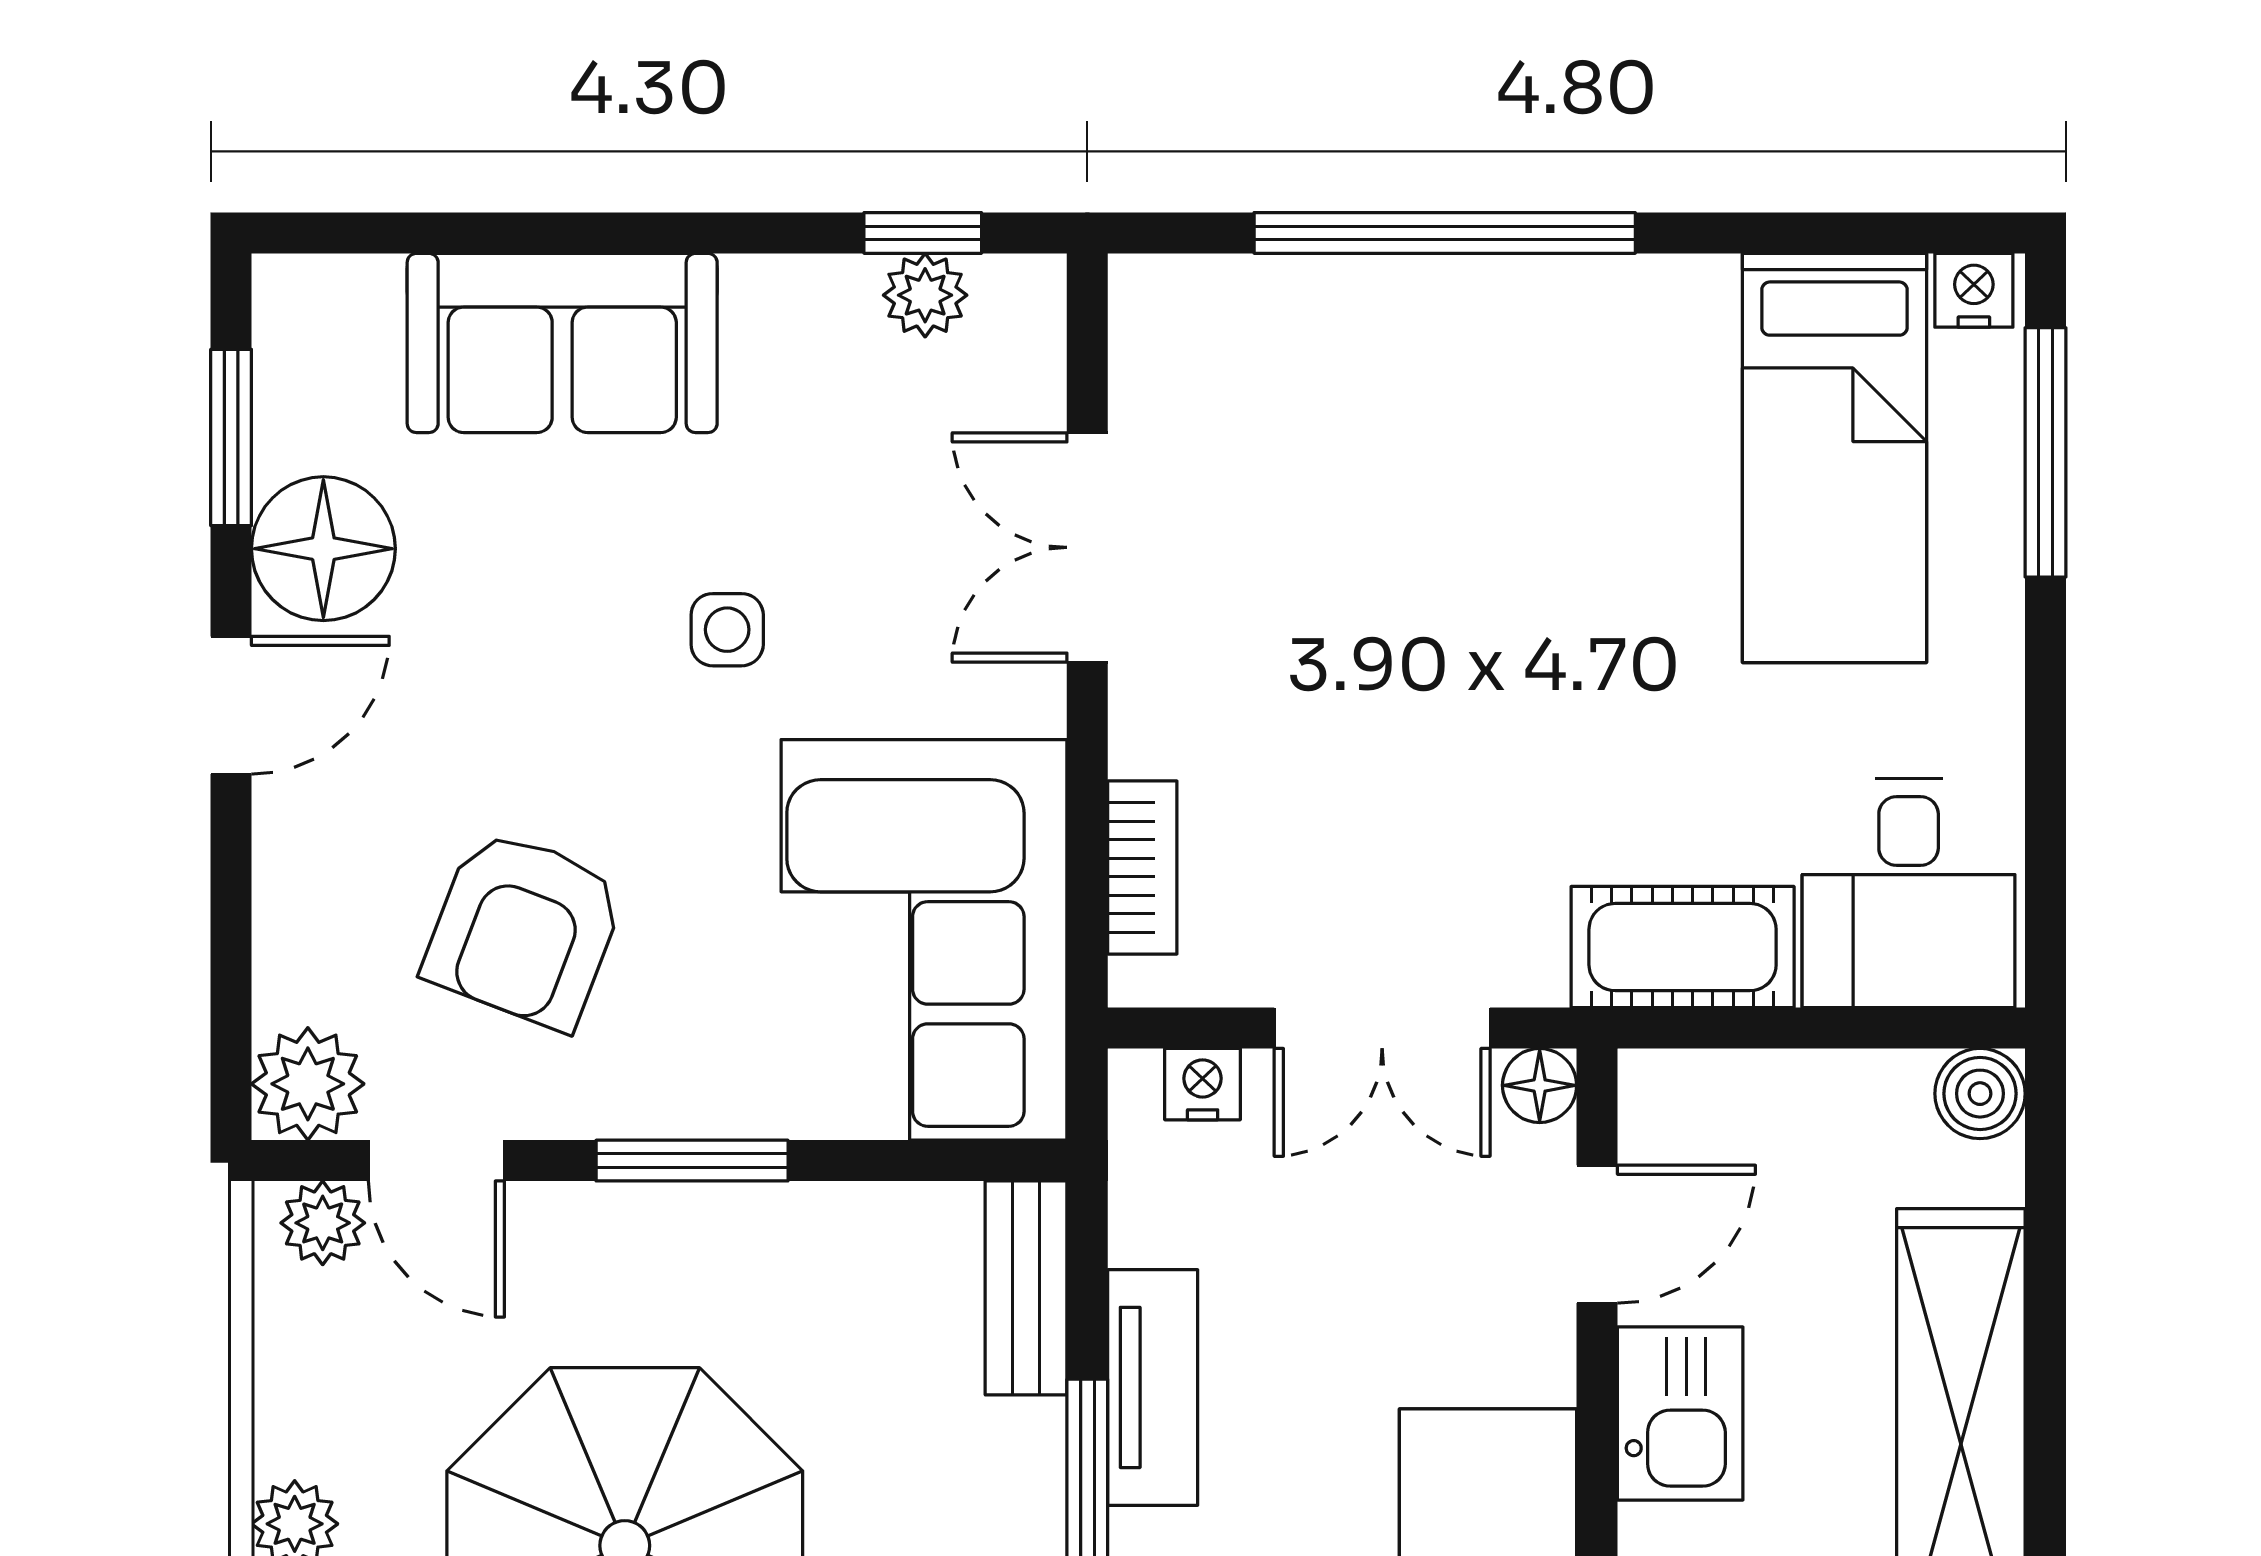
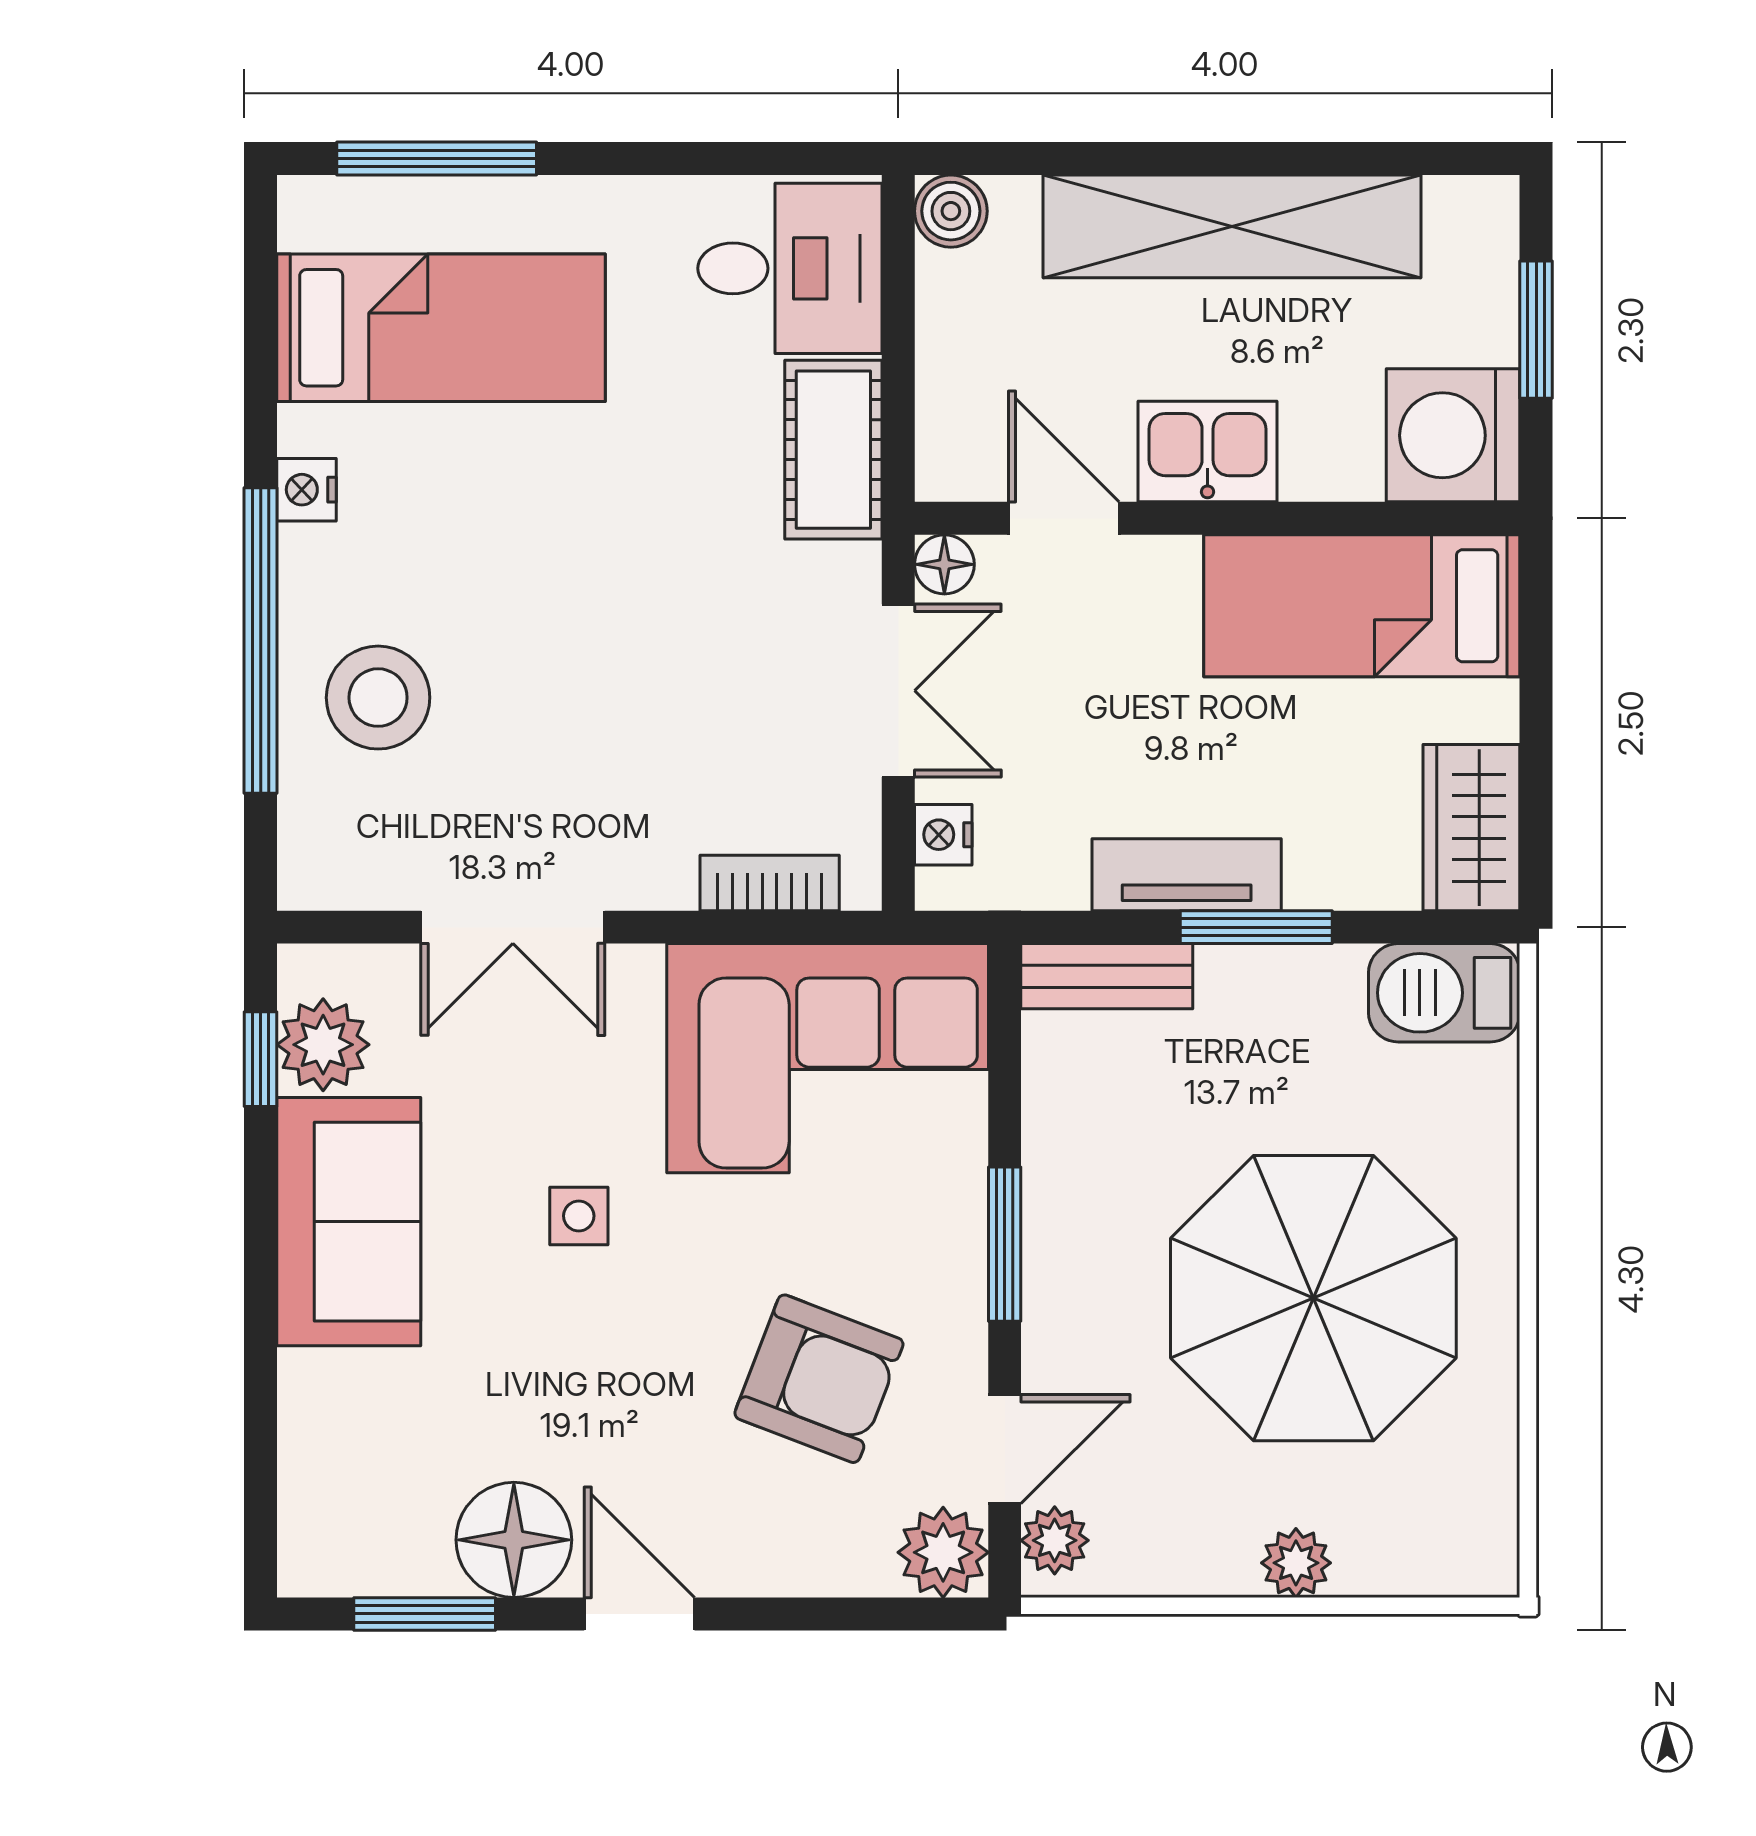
nightstand: (1974, 290) -> (307, 490), moved
plant: (925, 295) -> (323, 1045), width x1.38, depth x1.38
sofa: (562, 343) -> (349, 1222), moved
stool: (1374, 379) -> (378, 698), added

